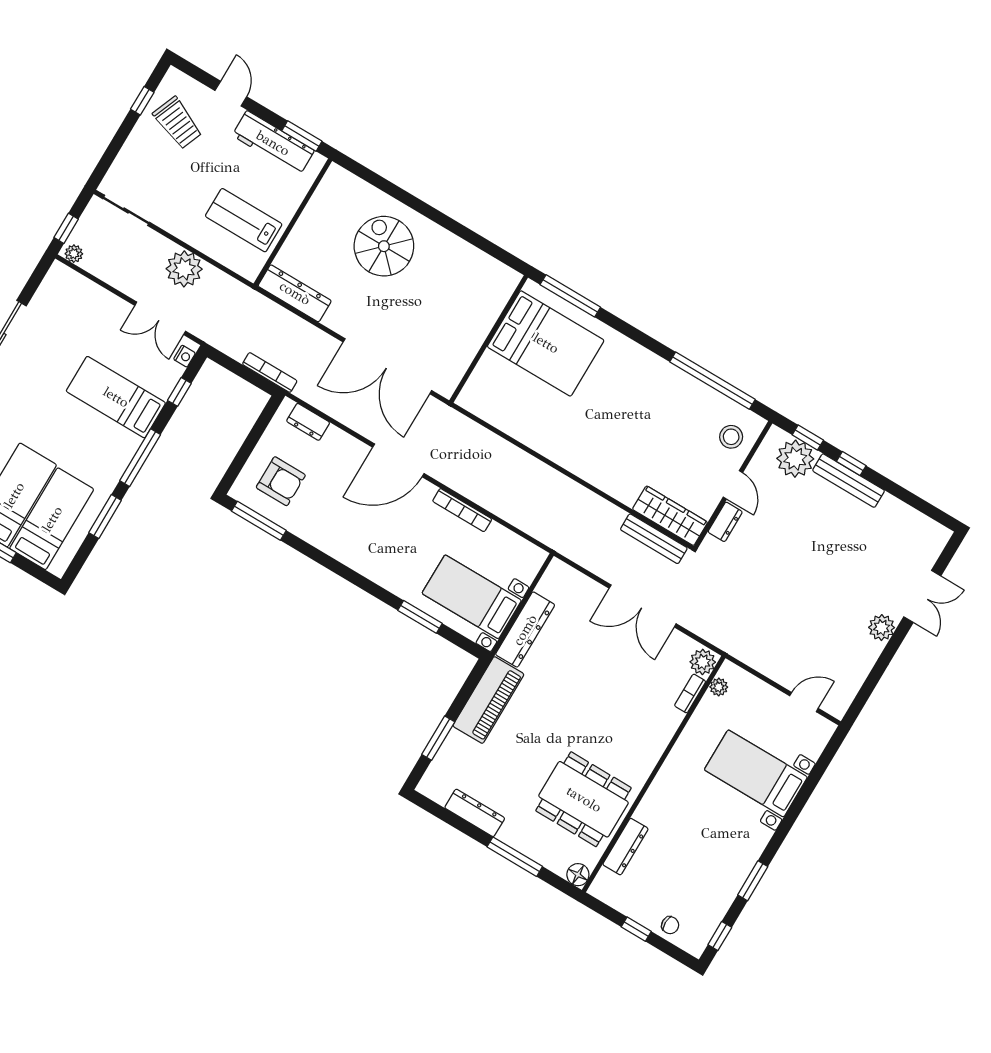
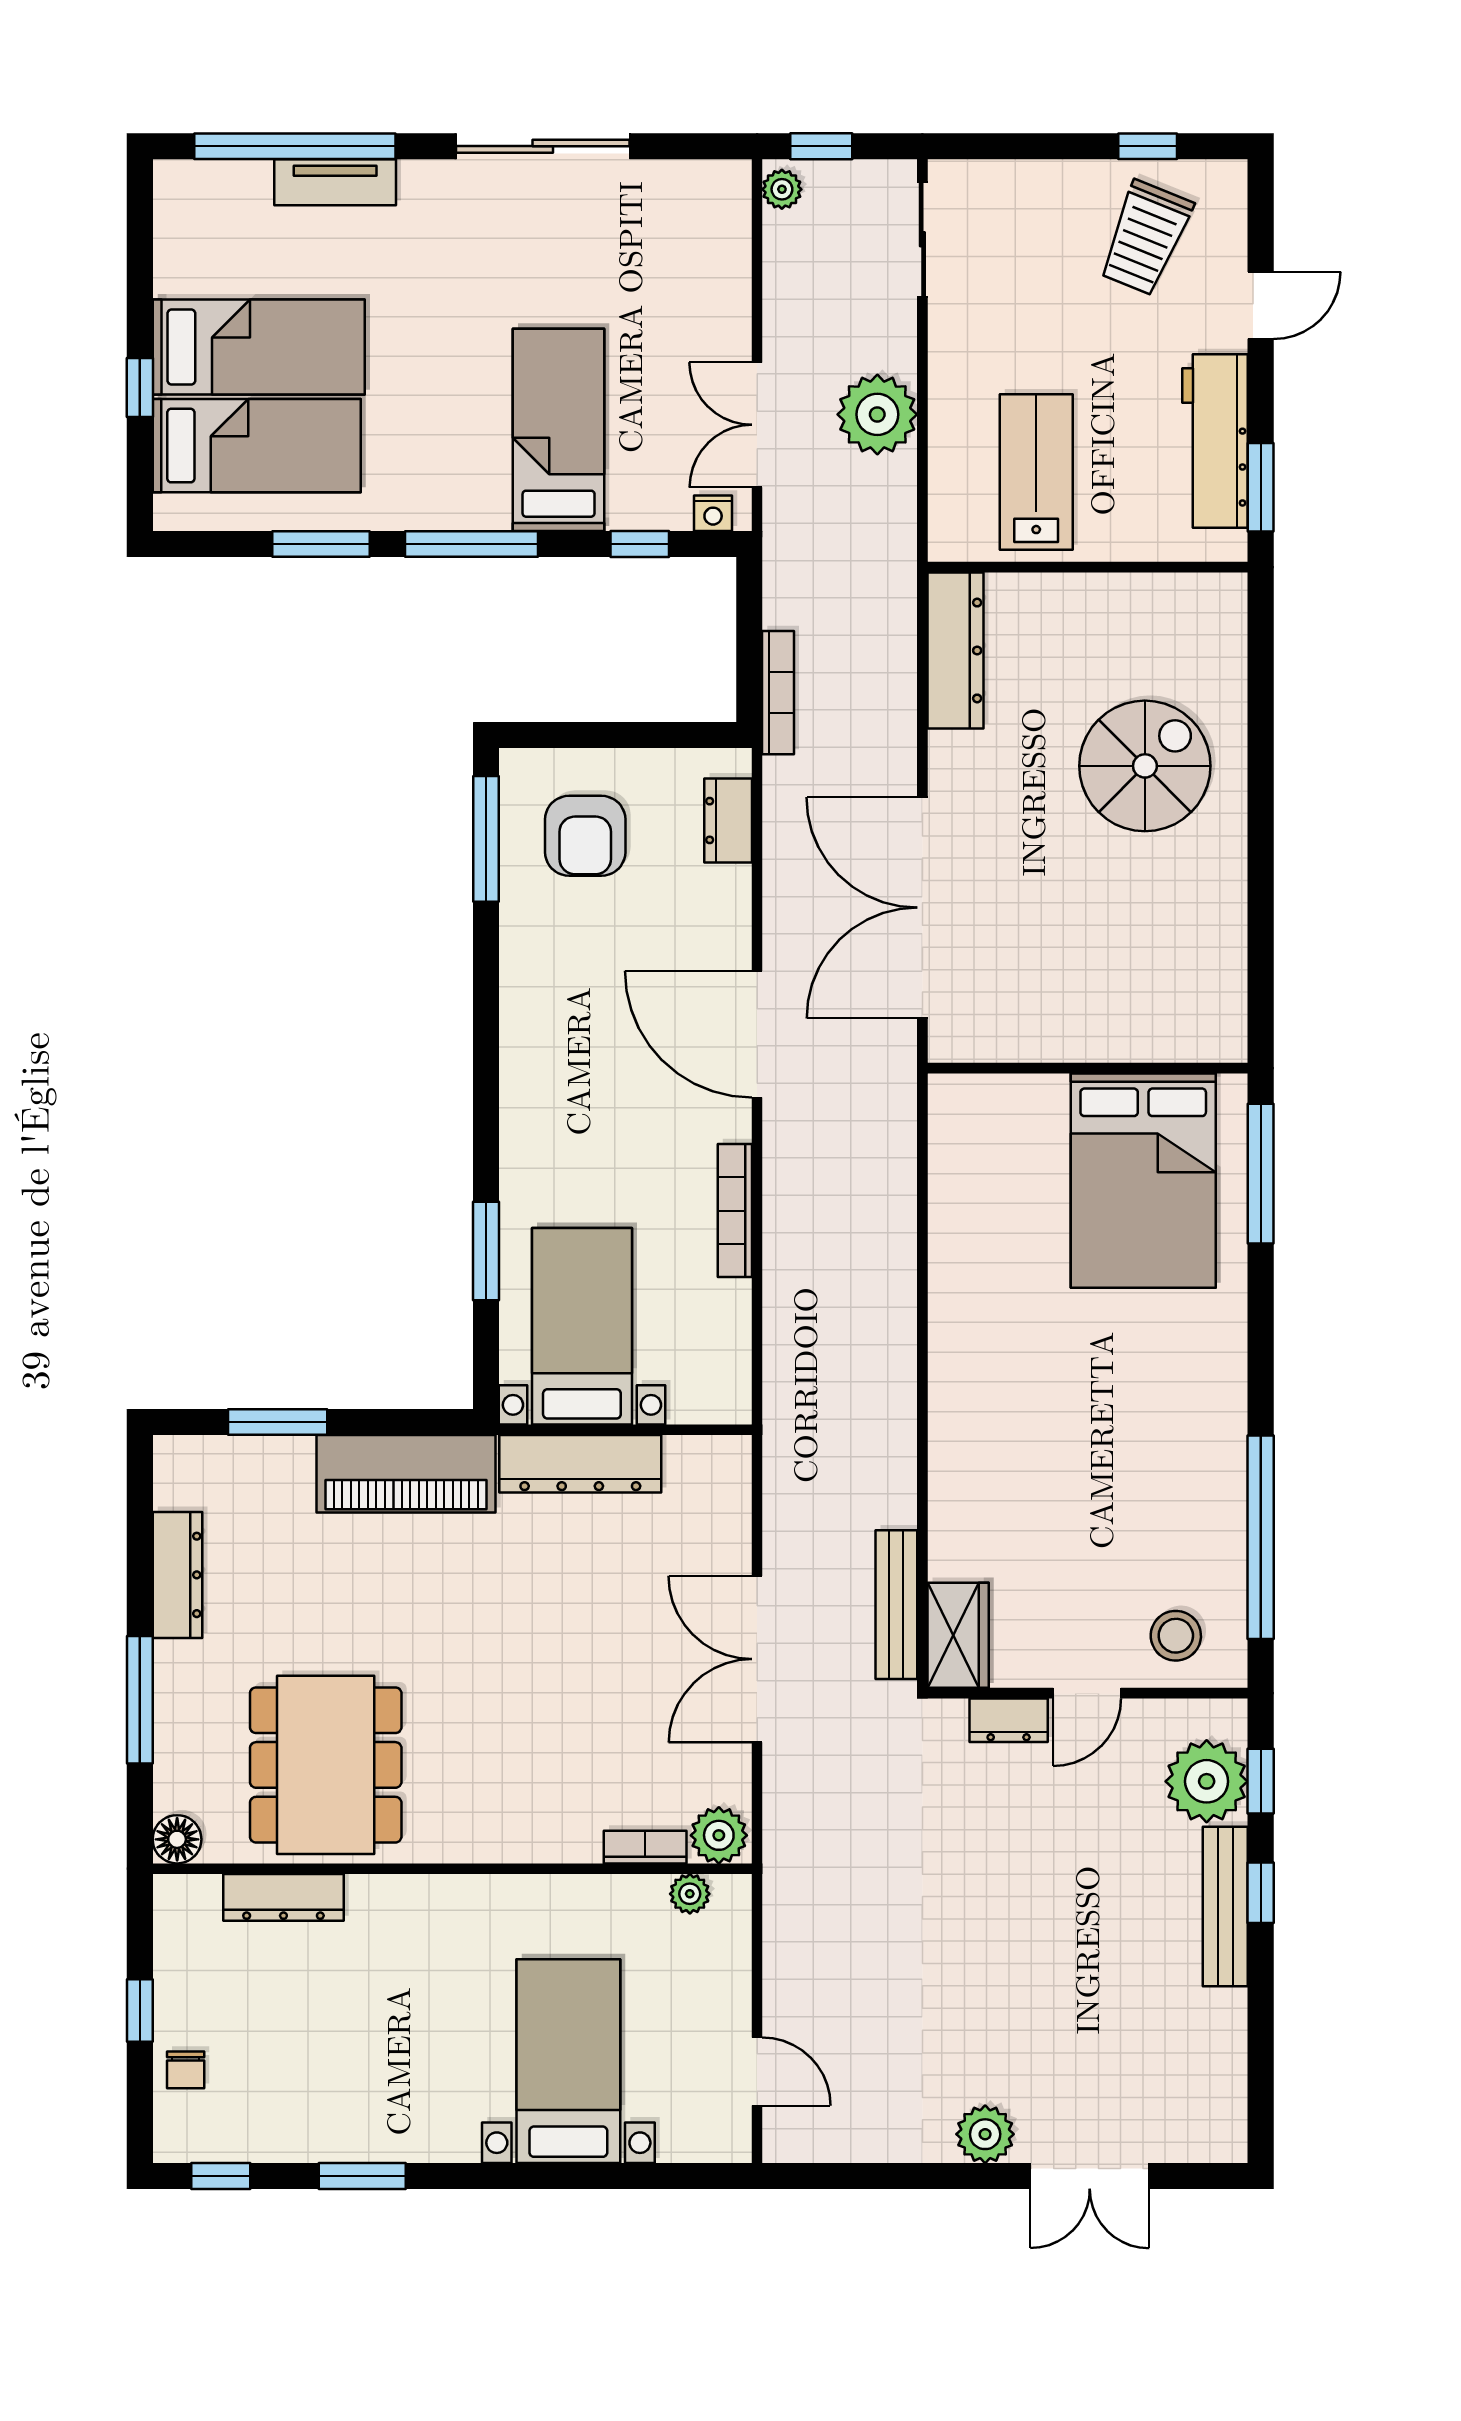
wardrobe: (670, 516) -> (958, 1635), width x0.67

